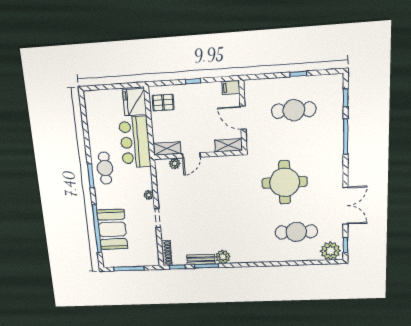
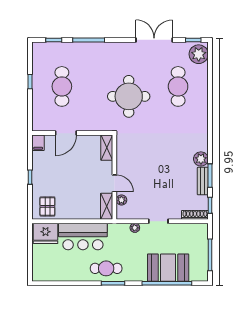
shelving: (229, 145) -> (107, 148), moved
shelving: (167, 148) -> (107, 206), moved
door: (191, 155) -> (114, 183), moved
wall: (198, 155) -> (114, 177), moved
plant: (175, 164) -> (121, 200), moved

